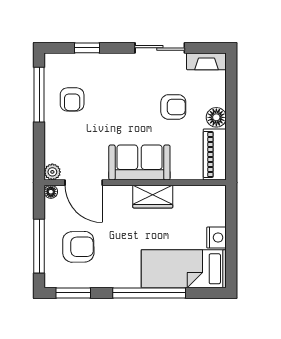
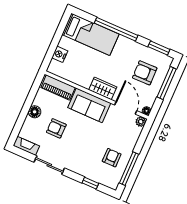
piano: (215, 155) -> (58, 88), moved, turned 90
wardrobe: (153, 197) -> (103, 88), moved
nightstand: (216, 237) -> (60, 54), moved

